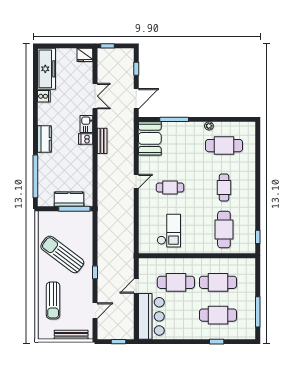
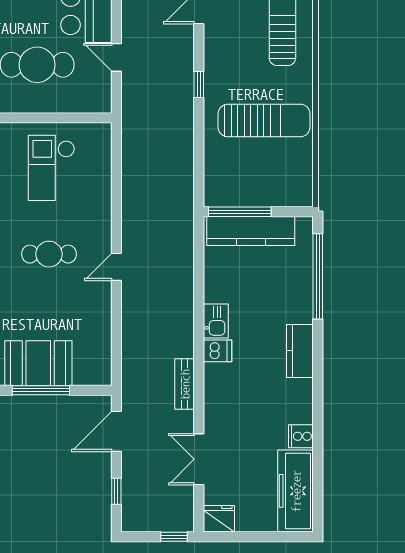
double door: (95, 96) -> (199, 459), moved
kitchen sink: (86, 124) -> (216, 321), moved
booth: (150, 138) -> (38, 363), moved, turned 90
bench: (102, 141) -> (185, 384), moved
kitchen counter: (69, 199) -> (251, 231), width x1.50
sun lounger: (62, 254) -> (264, 121), turned -37
door: (136, 286) -> (116, 57), swing flipped

